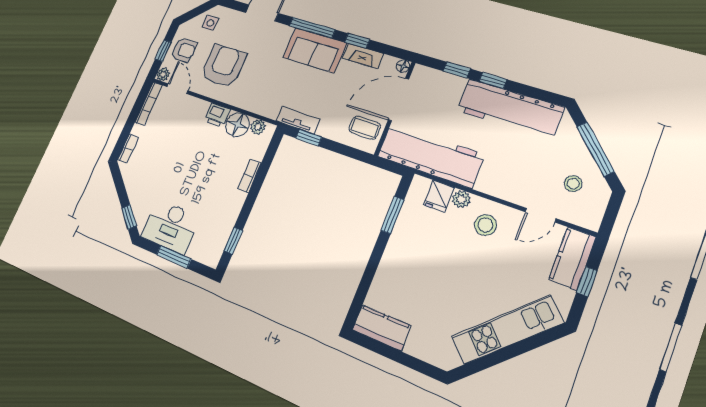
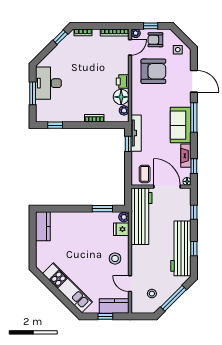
window: (357, 41) -> (194, 166), moved
armchair: (184, 50) -> (155, 40), turned 90
window: (493, 81) -> (194, 249), moved
tv unit: (298, 120) -> (136, 133), width x1.41
plant: (461, 199) -> (124, 217), moved
window: (129, 217) -> (60, 37), moved

